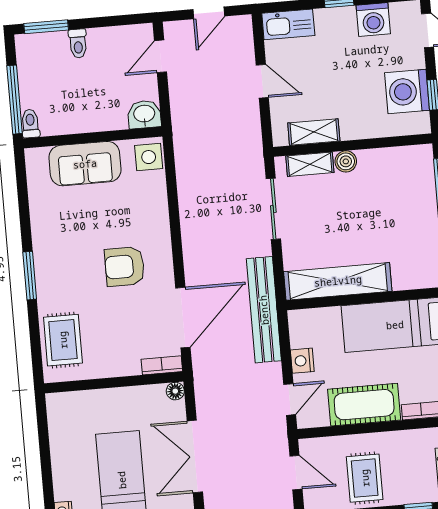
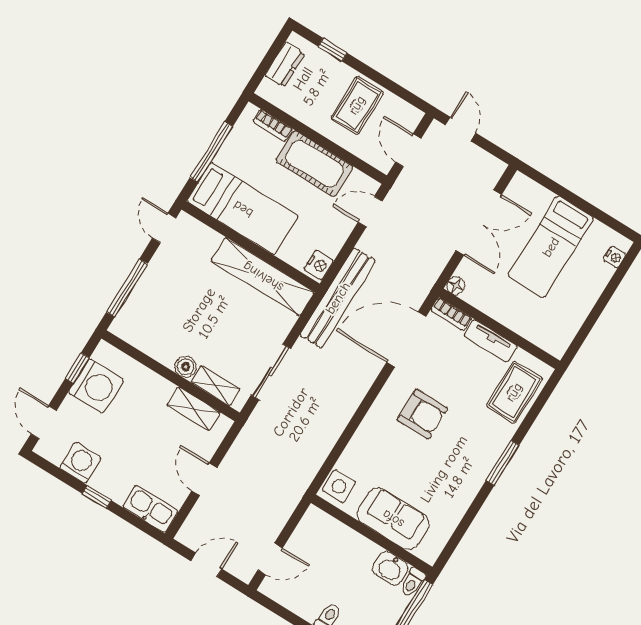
washbasin: (144, 114) -> (390, 568), moved
nightstand: (302, 361) -> (319, 265), moved
tv unit: (114, 367) -> (490, 341), added

